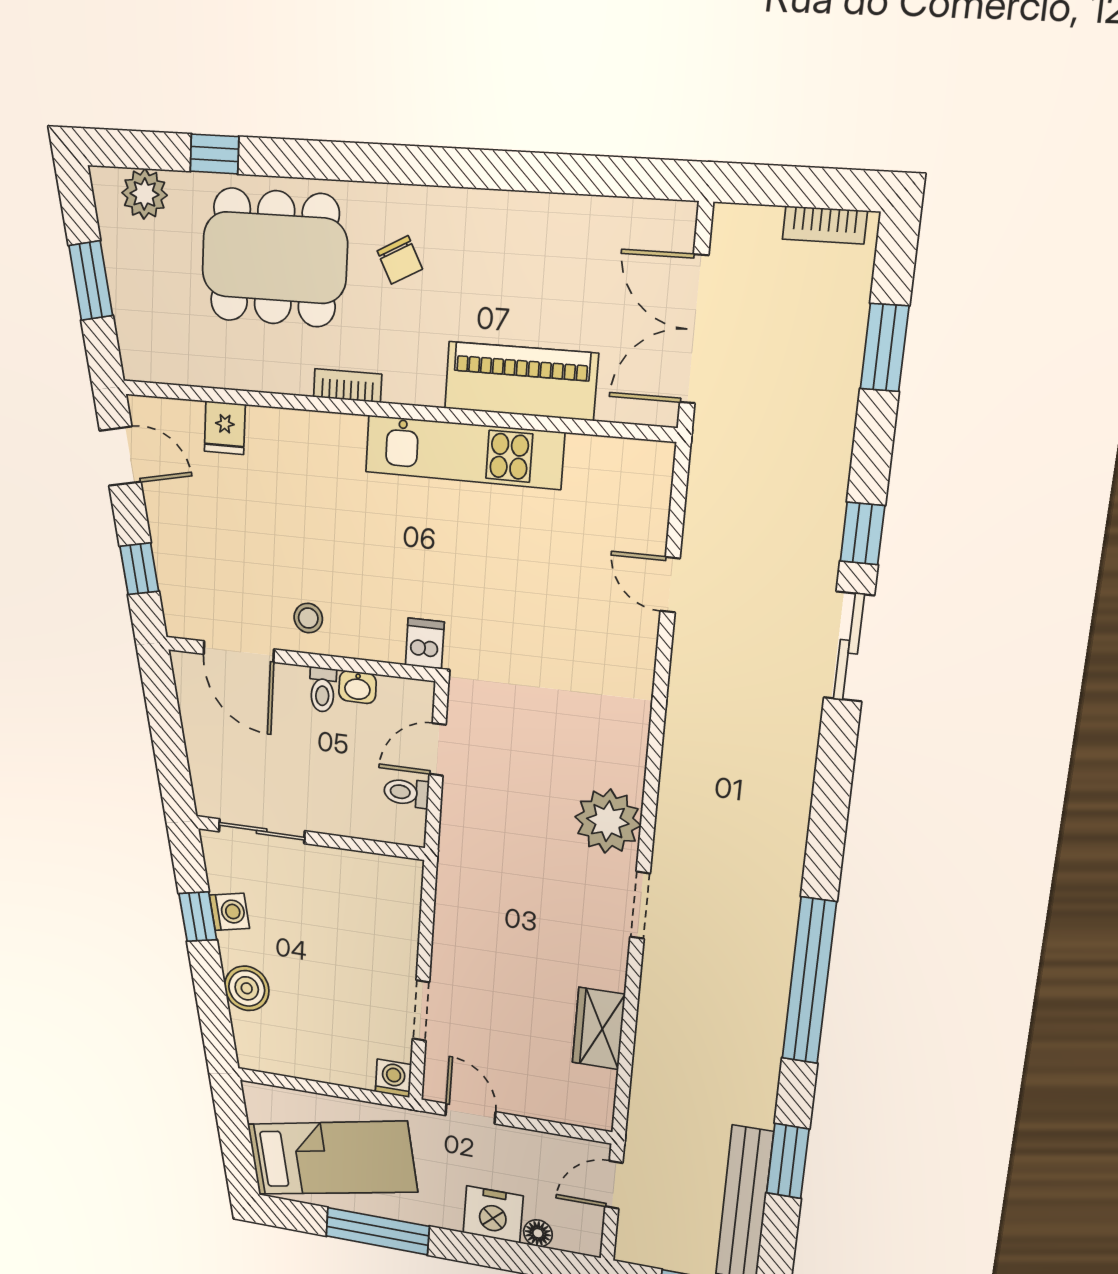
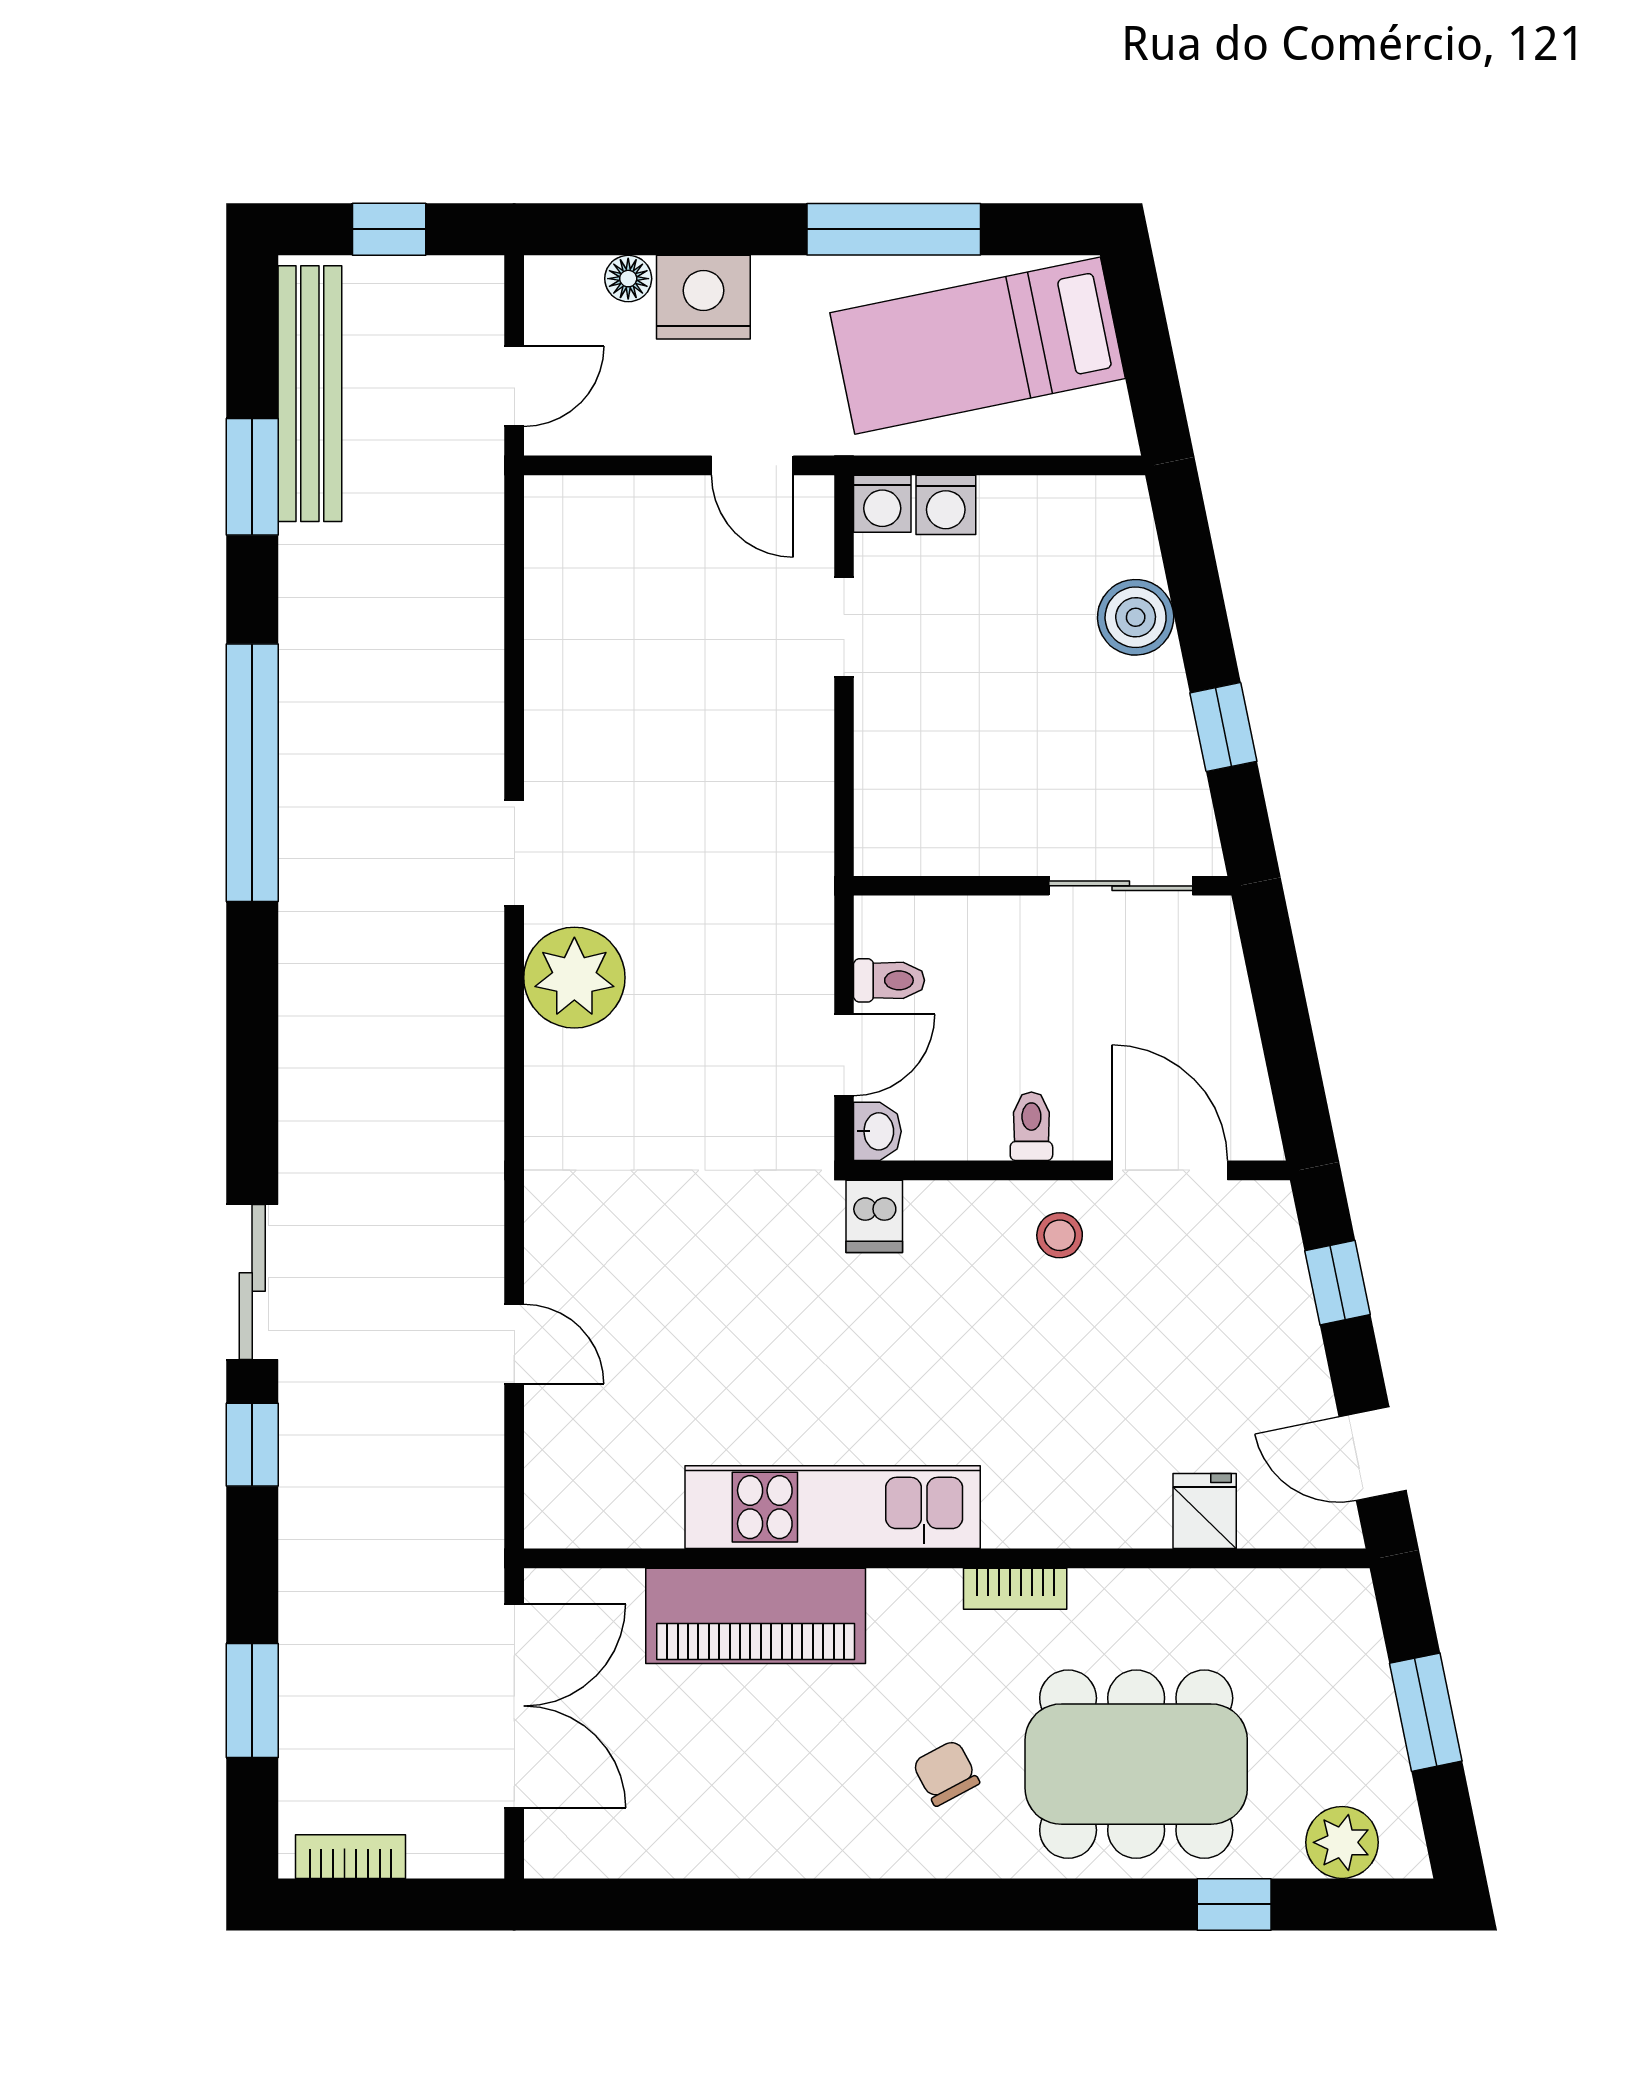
washbasin: (358, 687) -> (877, 1131), moved, turned 90
washing machine: (229, 912) -> (946, 505), moved, turned -78
wardrobe: (599, 1028) -> (560, 644), removed

